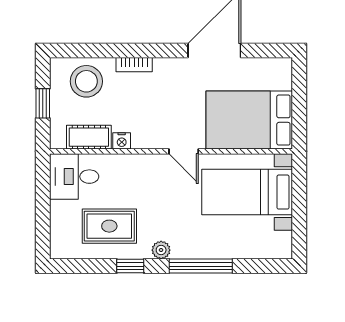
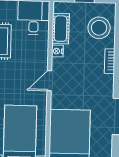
door: (184, 151) -> (49, 81), moved

